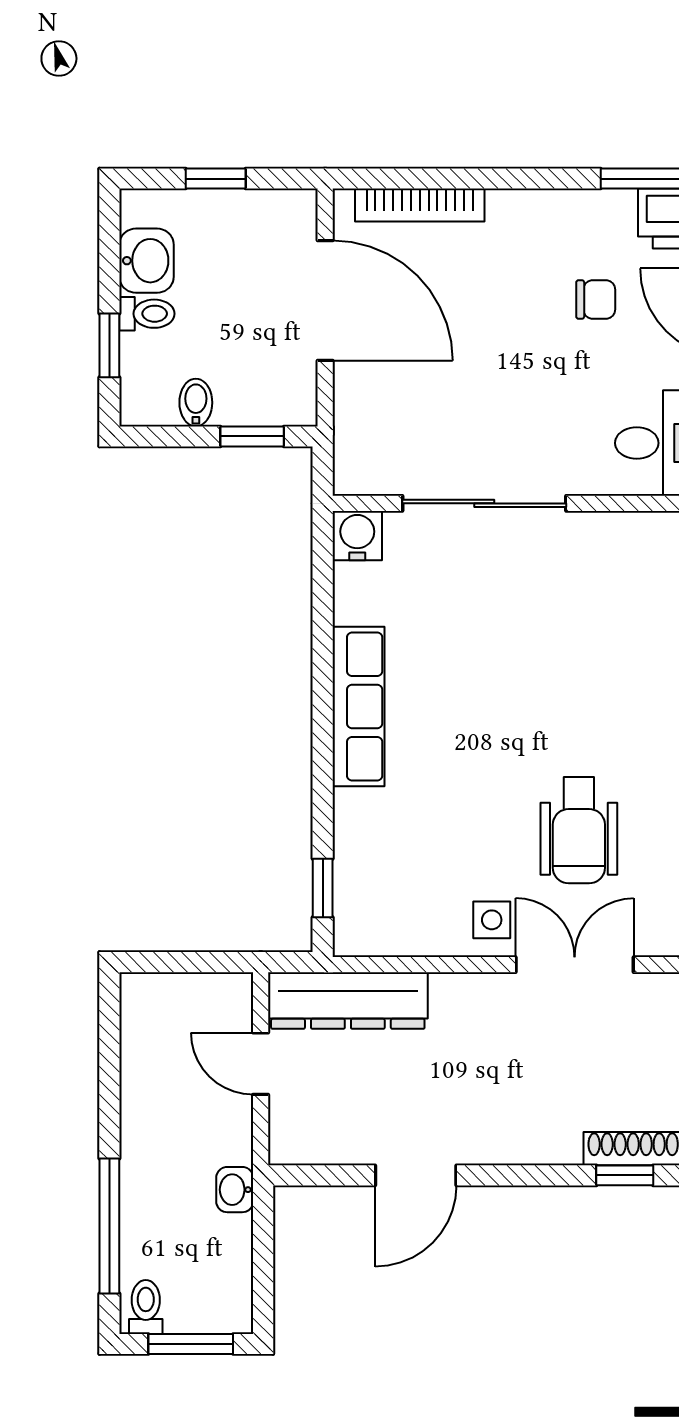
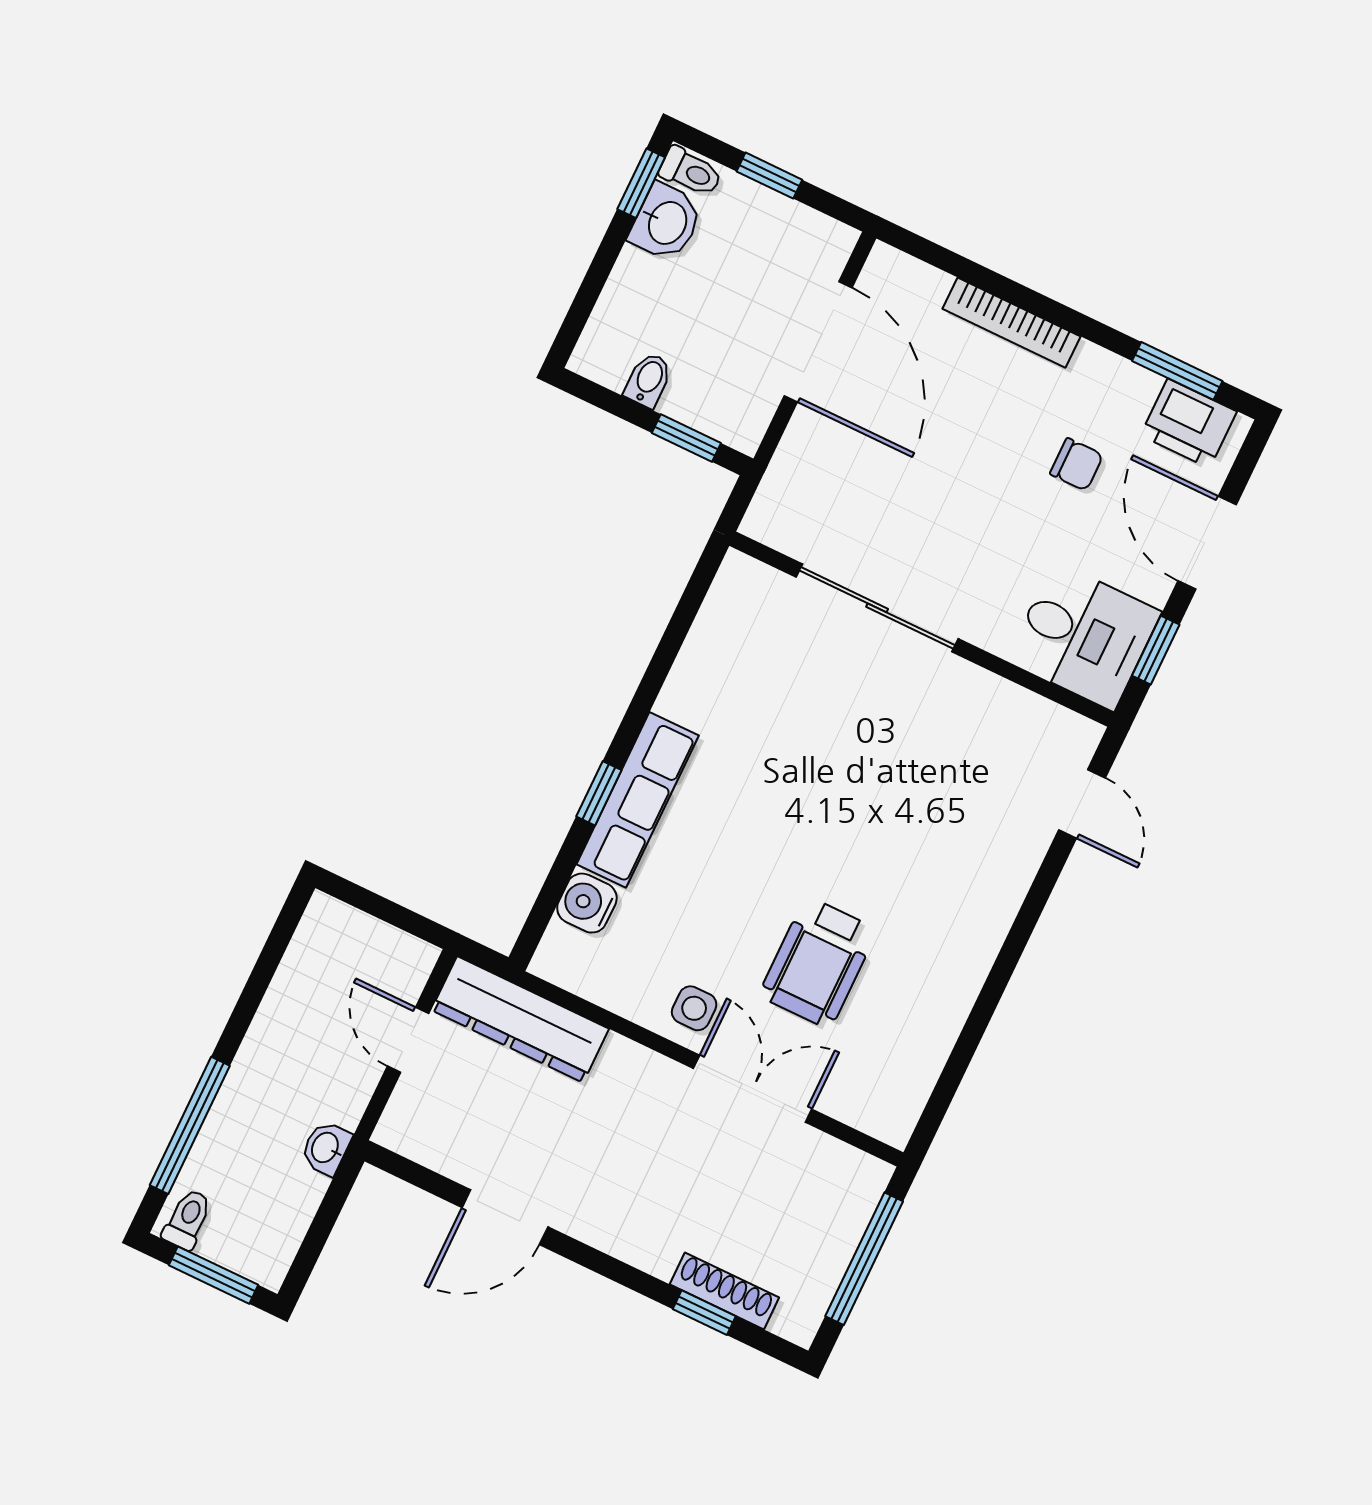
bookcase: (420, 205) -> (1012, 323), moved
toilet: (147, 314) -> (691, 172), moved
window: (109, 345) -> (641, 183), moved
water cooler: (357, 536) -> (587, 903), moved, turned -90
row of seats: (358, 706) -> (638, 800), moved
window: (323, 888) -> (599, 793), moved

